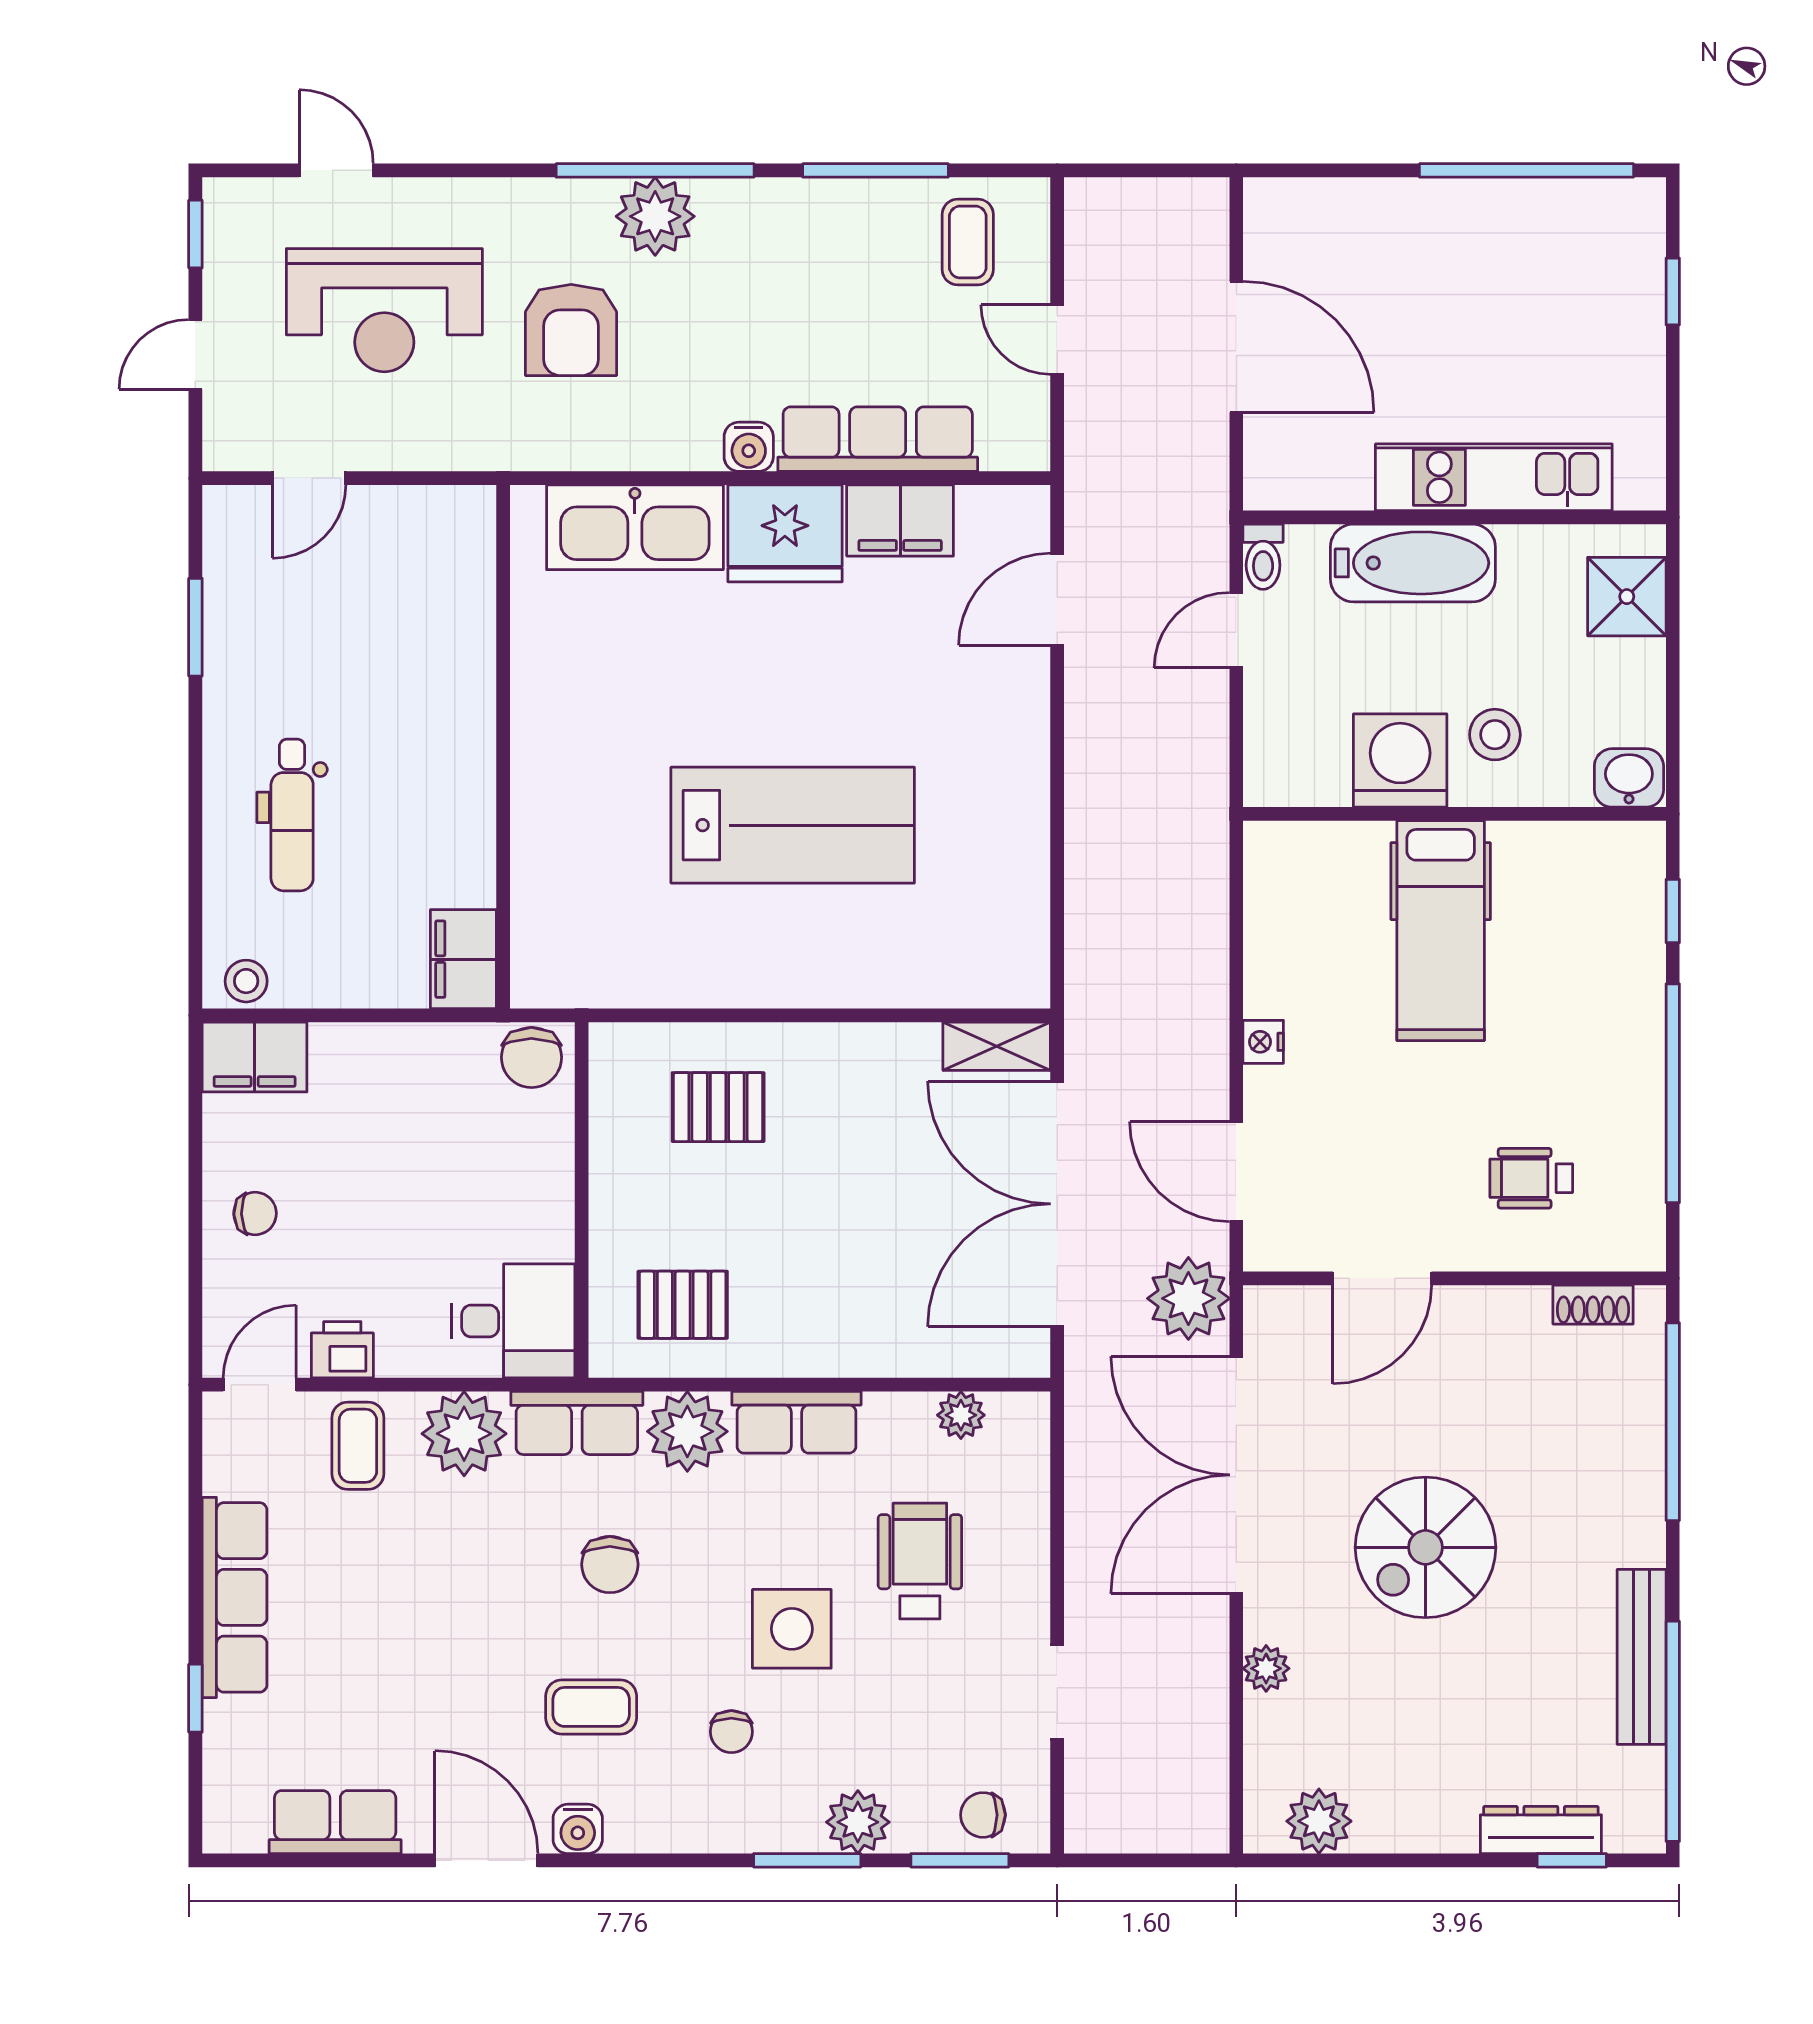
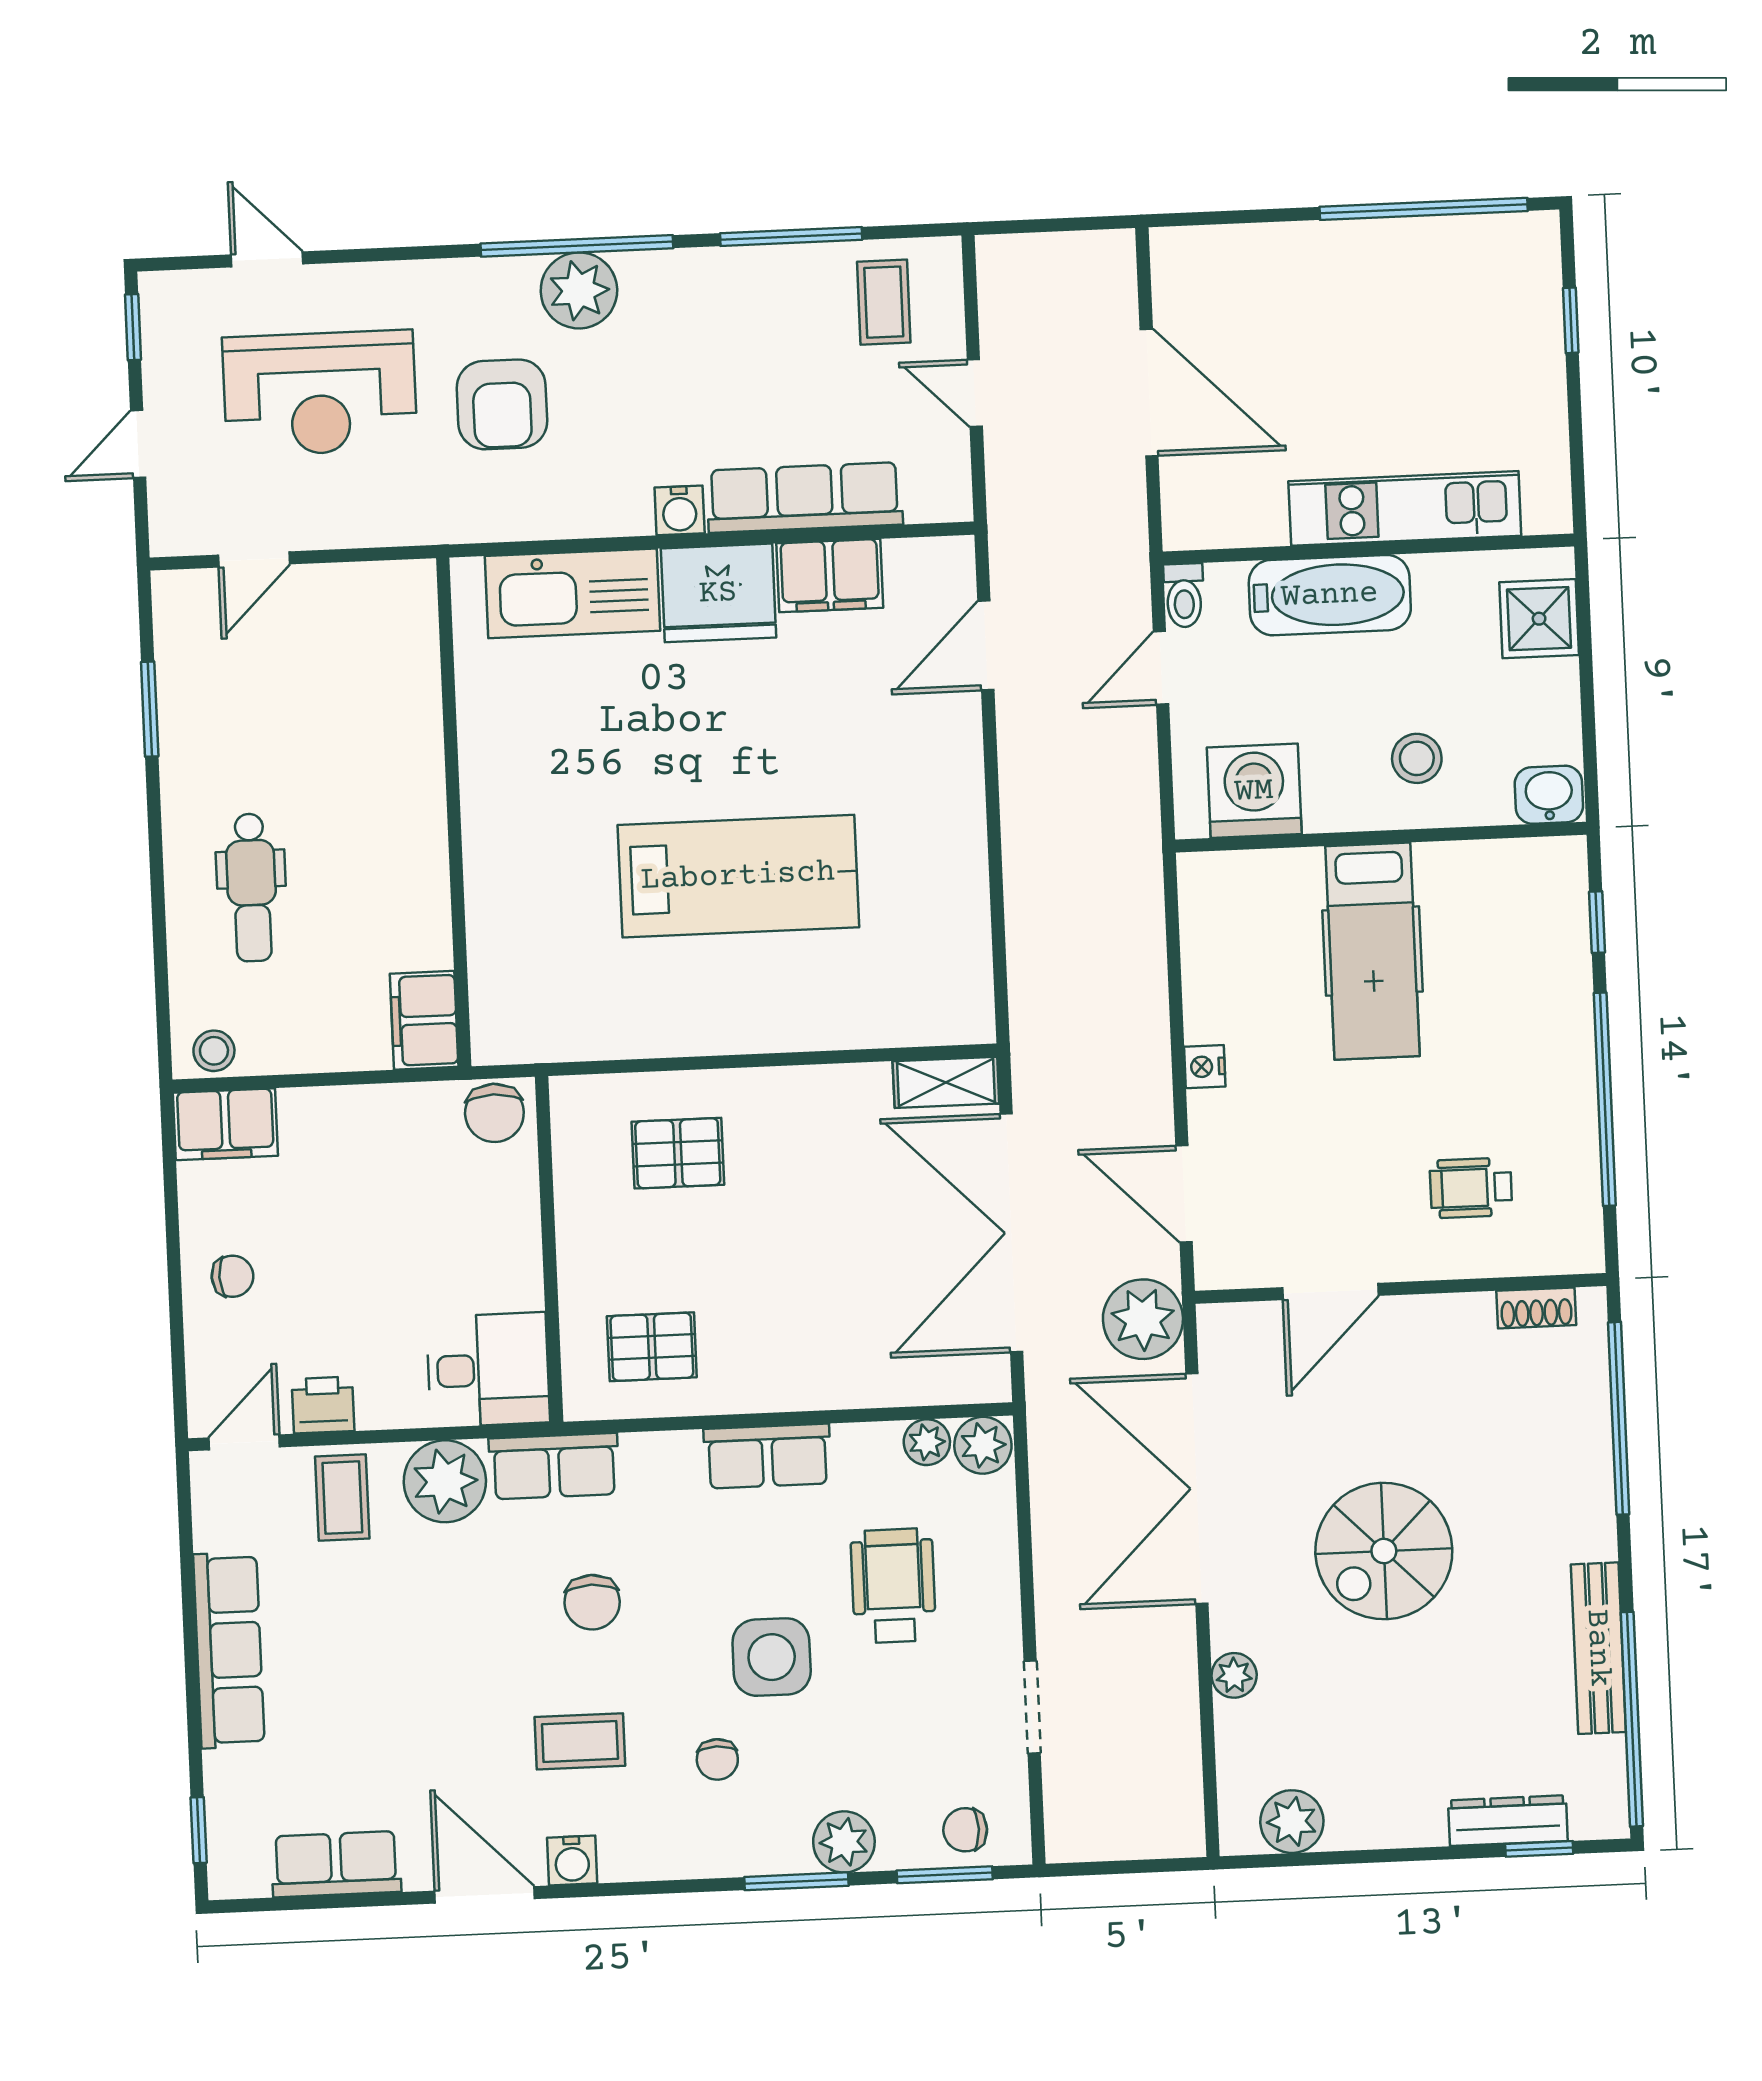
washing machine: (1400, 761) -> (1254, 791), moved
plant: (687, 1431) -> (983, 1445), moved, width x0.73, depth x0.73
window: (195, 1698) -> (199, 1830), moved

